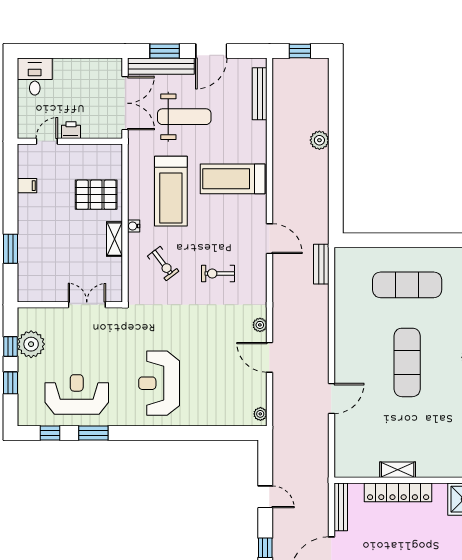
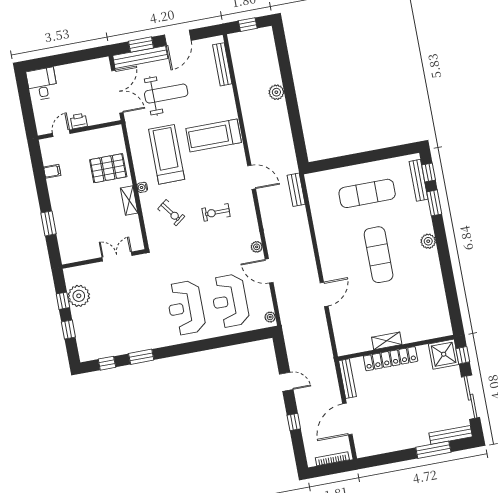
treadmill: (171, 191) -> (167, 154), turned 180
reception desk: (77, 394) -> (230, 301), moved, turned -90

